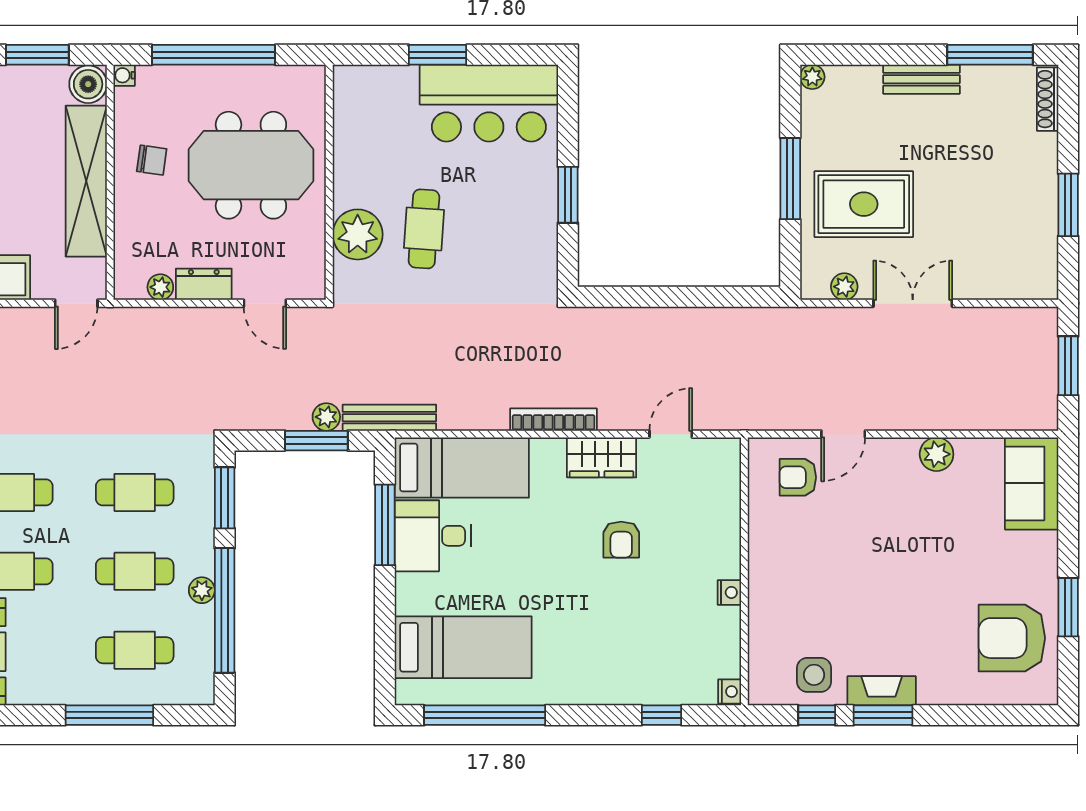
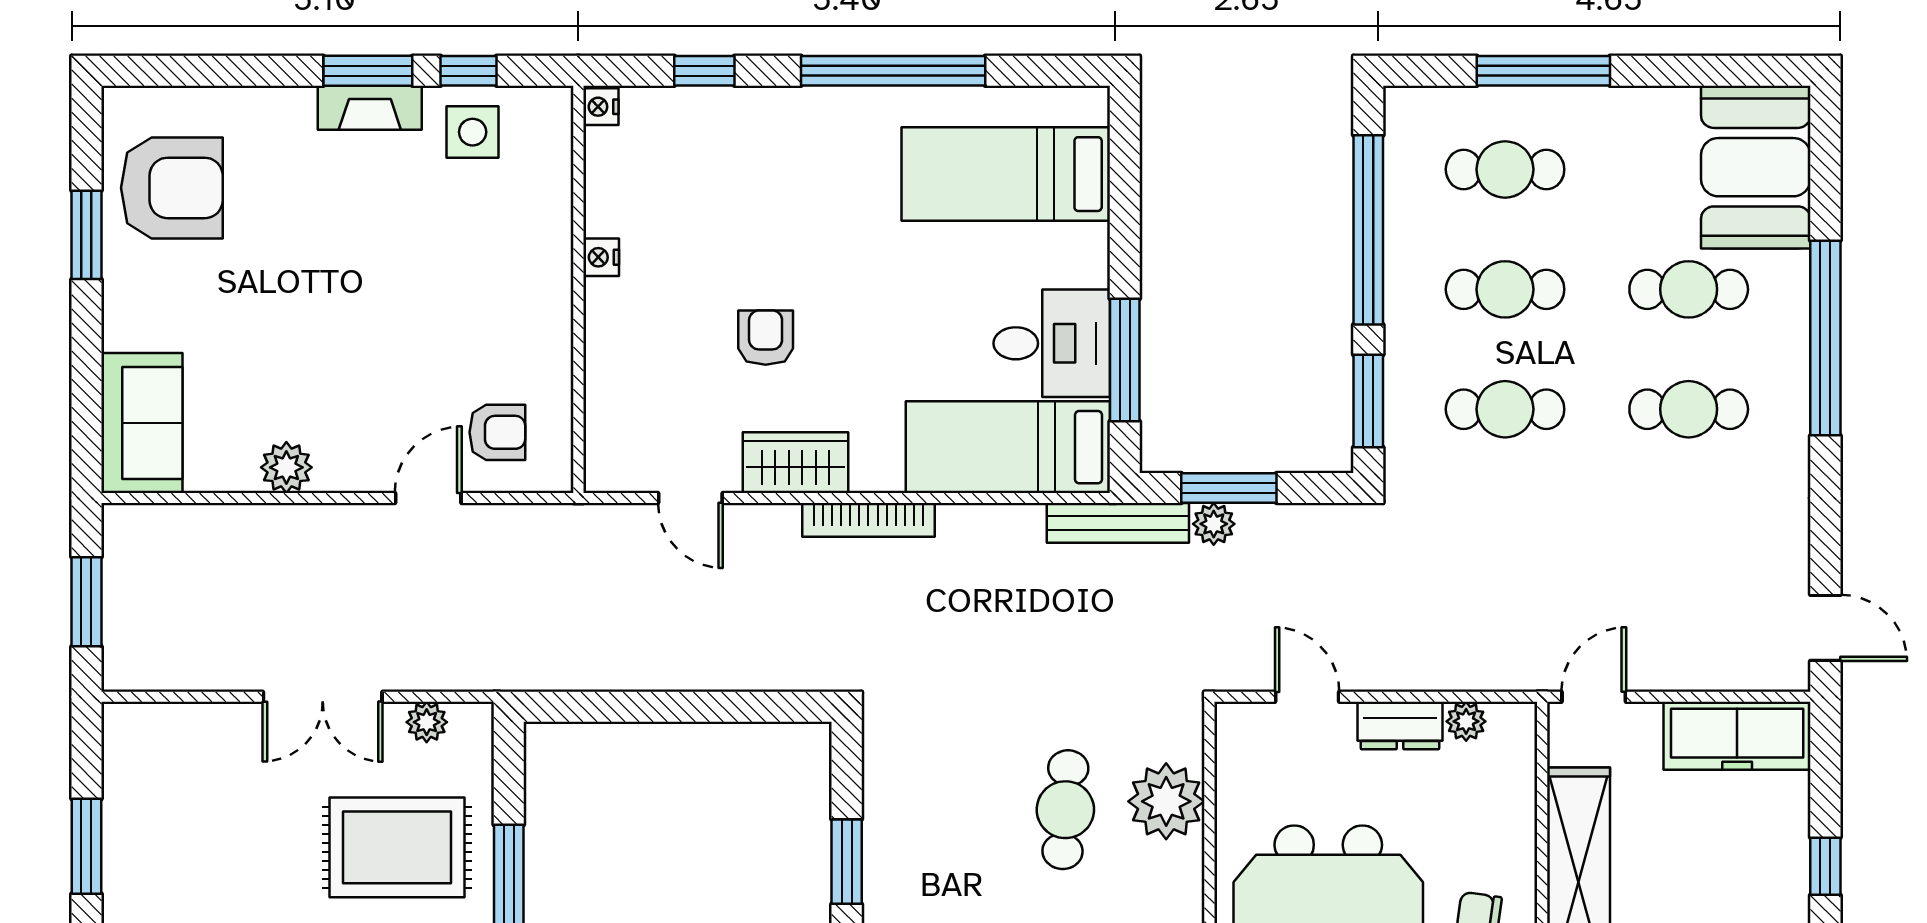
door: (671, 434) -> (690, 498), hinge flipped
plant: (202, 590) -> (1403, 261), removed
window: (485, 715) -> (893, 71), moved

